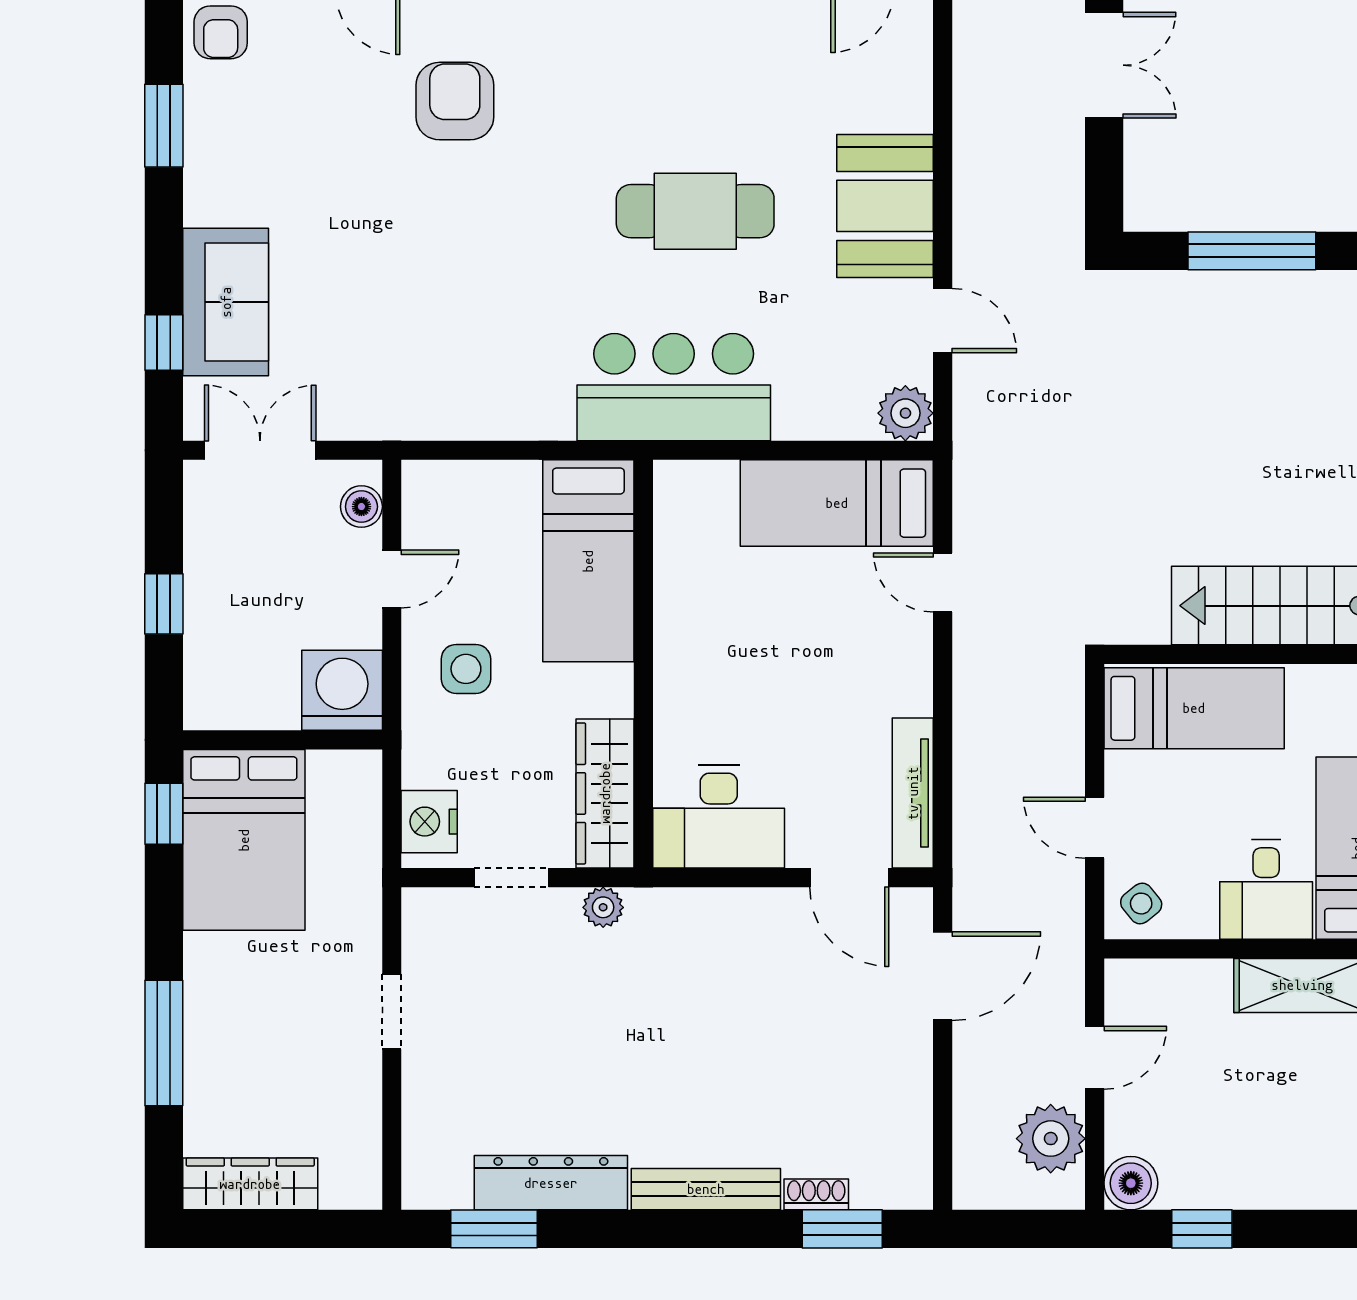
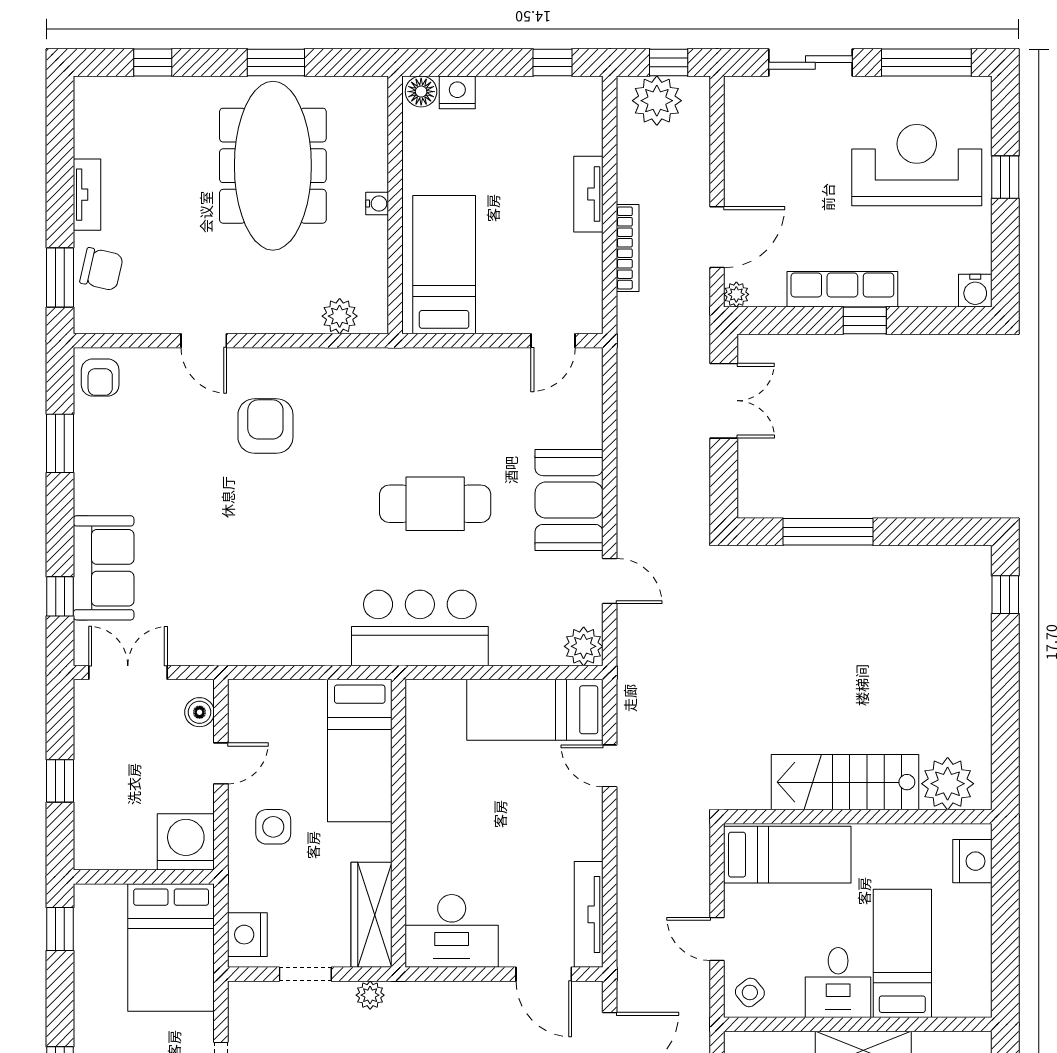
bed: (244, 840) -> (171, 948), moved

